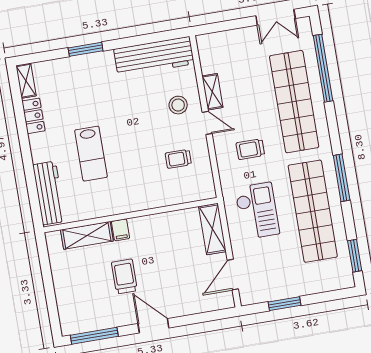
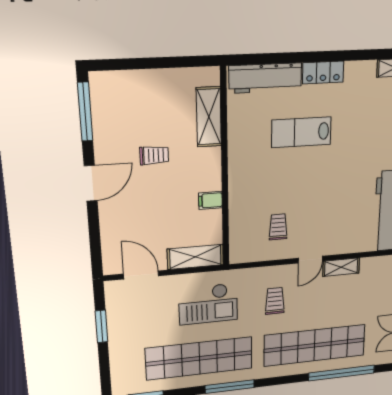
stool: (178, 105) -> (335, 231), removed
locker: (33, 116) -> (323, 72), moved
filing cabinet: (121, 230) -> (211, 200), moved
trolley: (124, 276) -> (154, 155), width x0.73, depth x0.72

